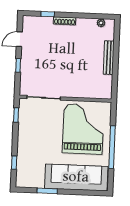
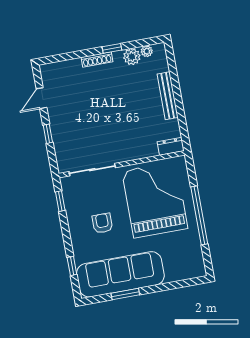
window: (48, 14) -> (112, 48), moved
plant: (90, 24) -> (132, 57), added
dresser: (103, 94) -> (171, 146), added
armchair: (42, 137) -> (102, 223), added
sofa: (76, 177) -> (120, 274), moved

